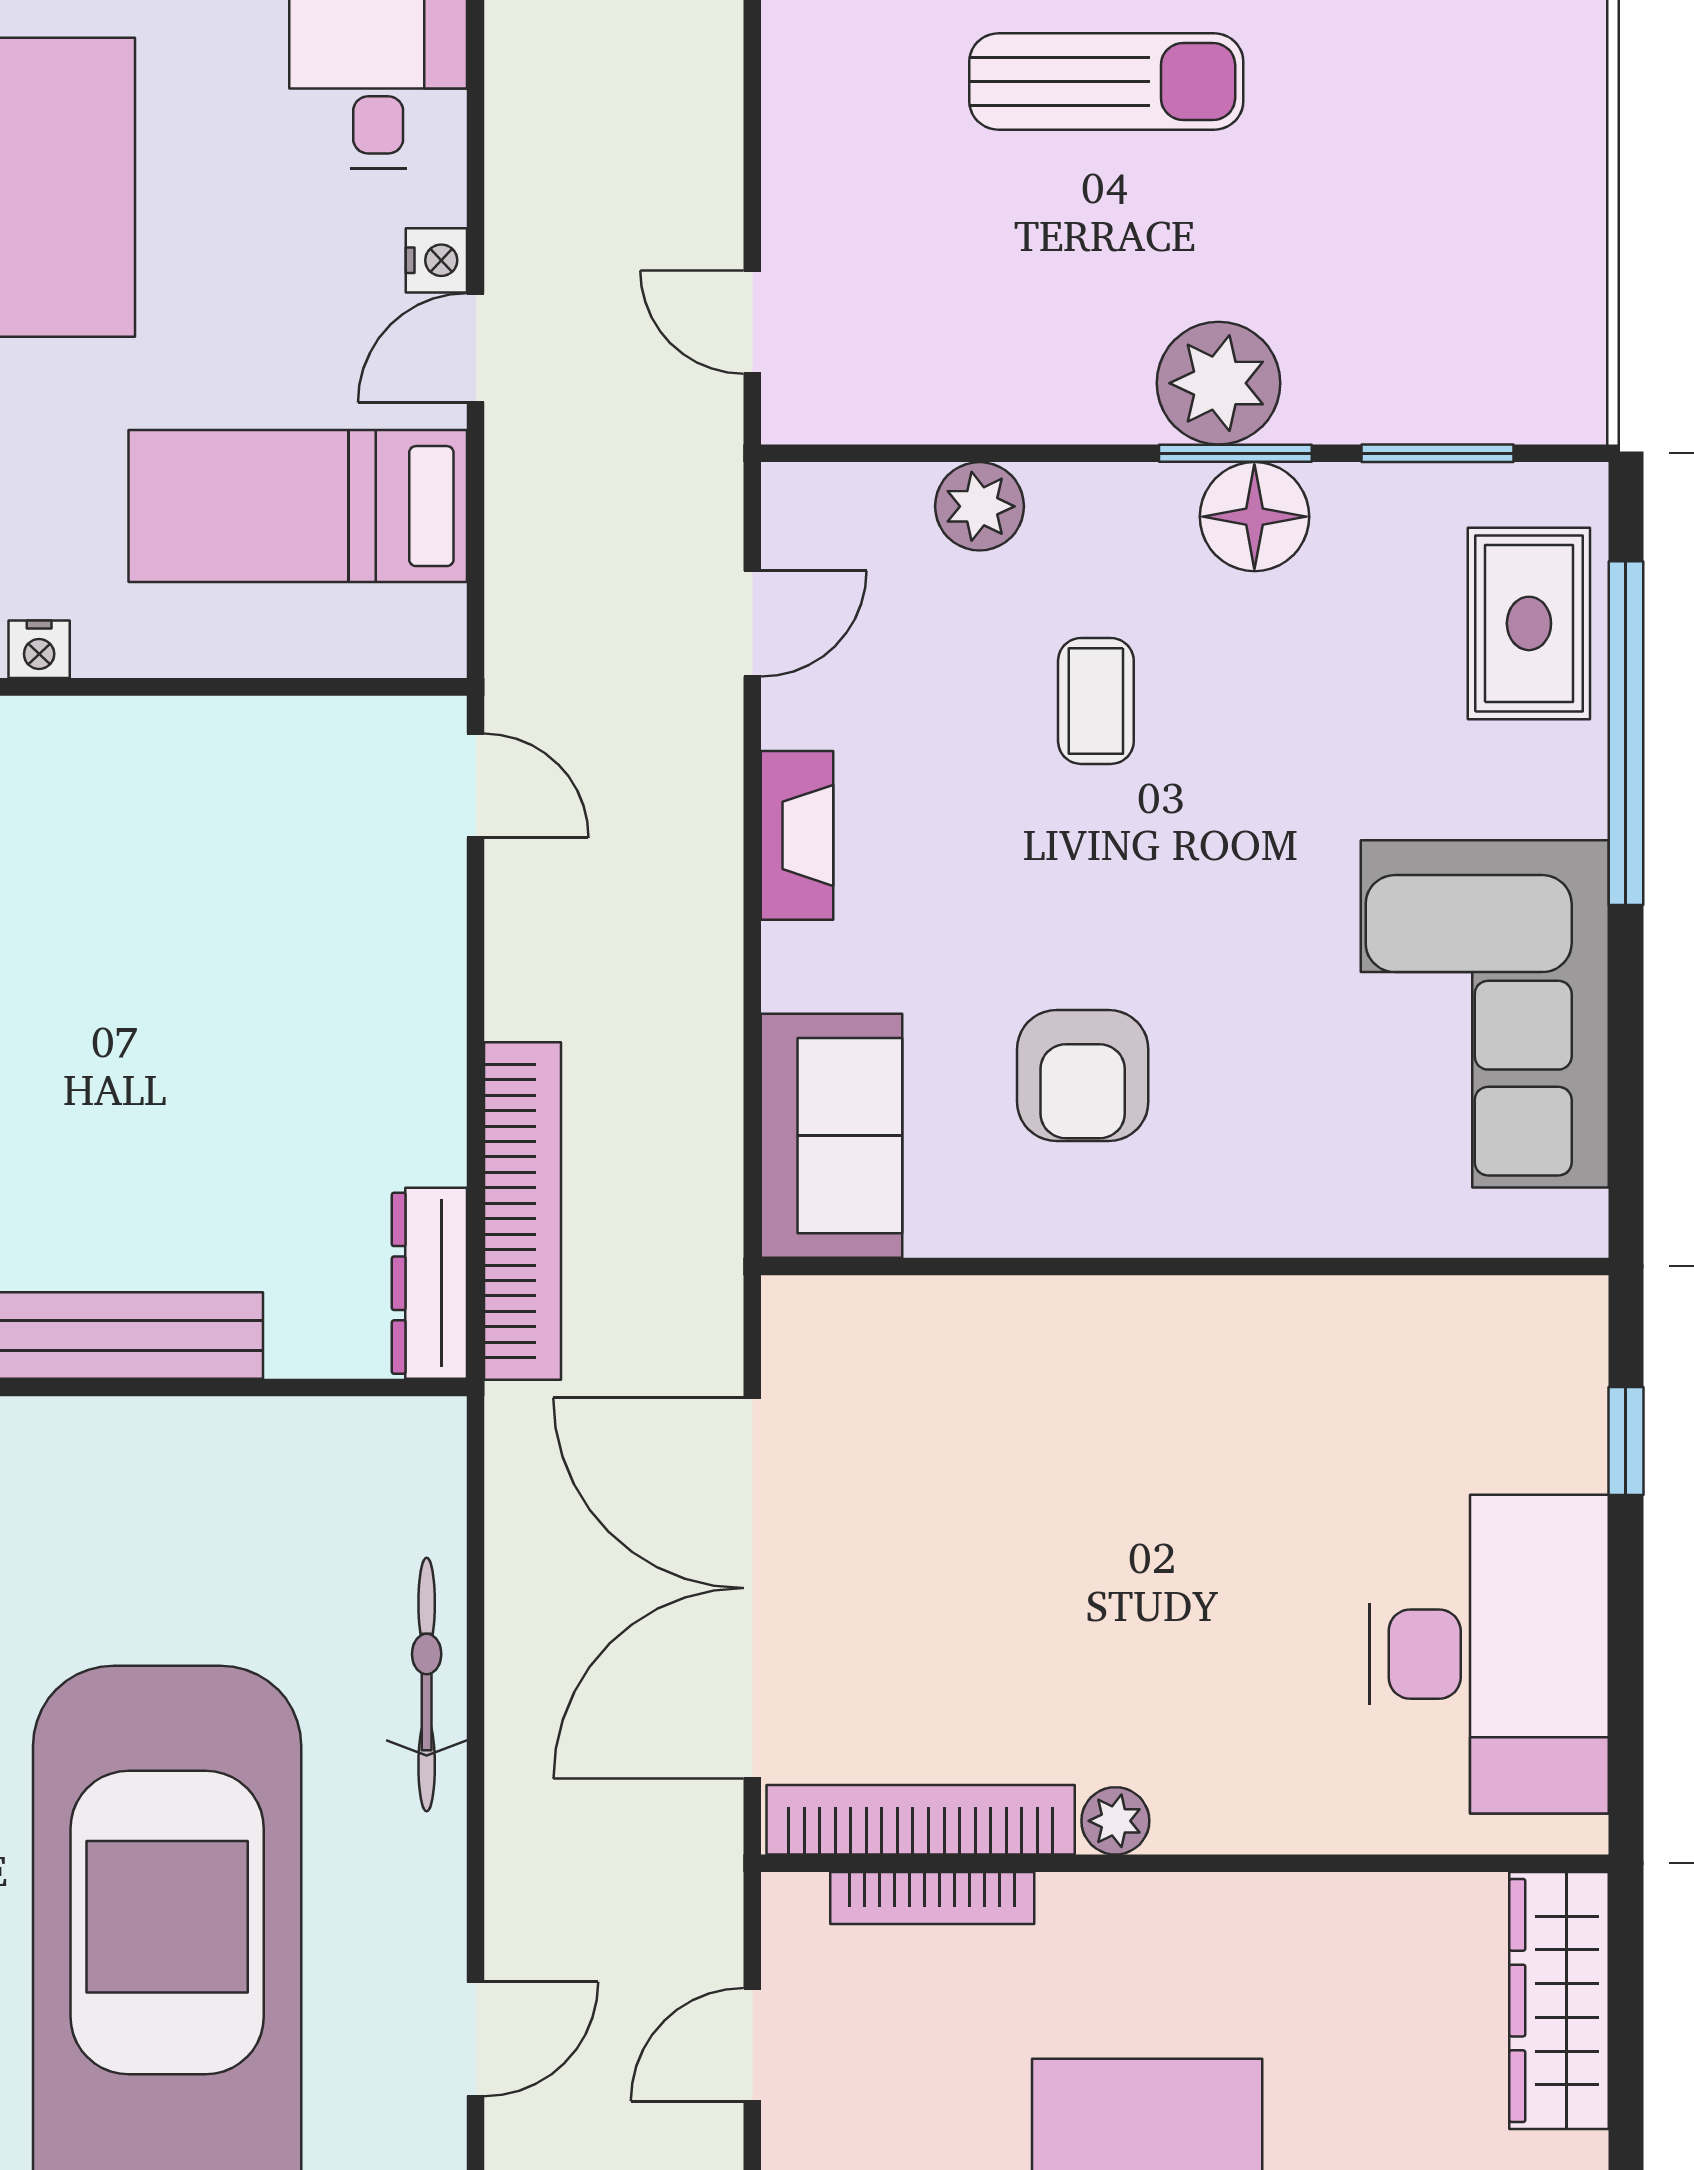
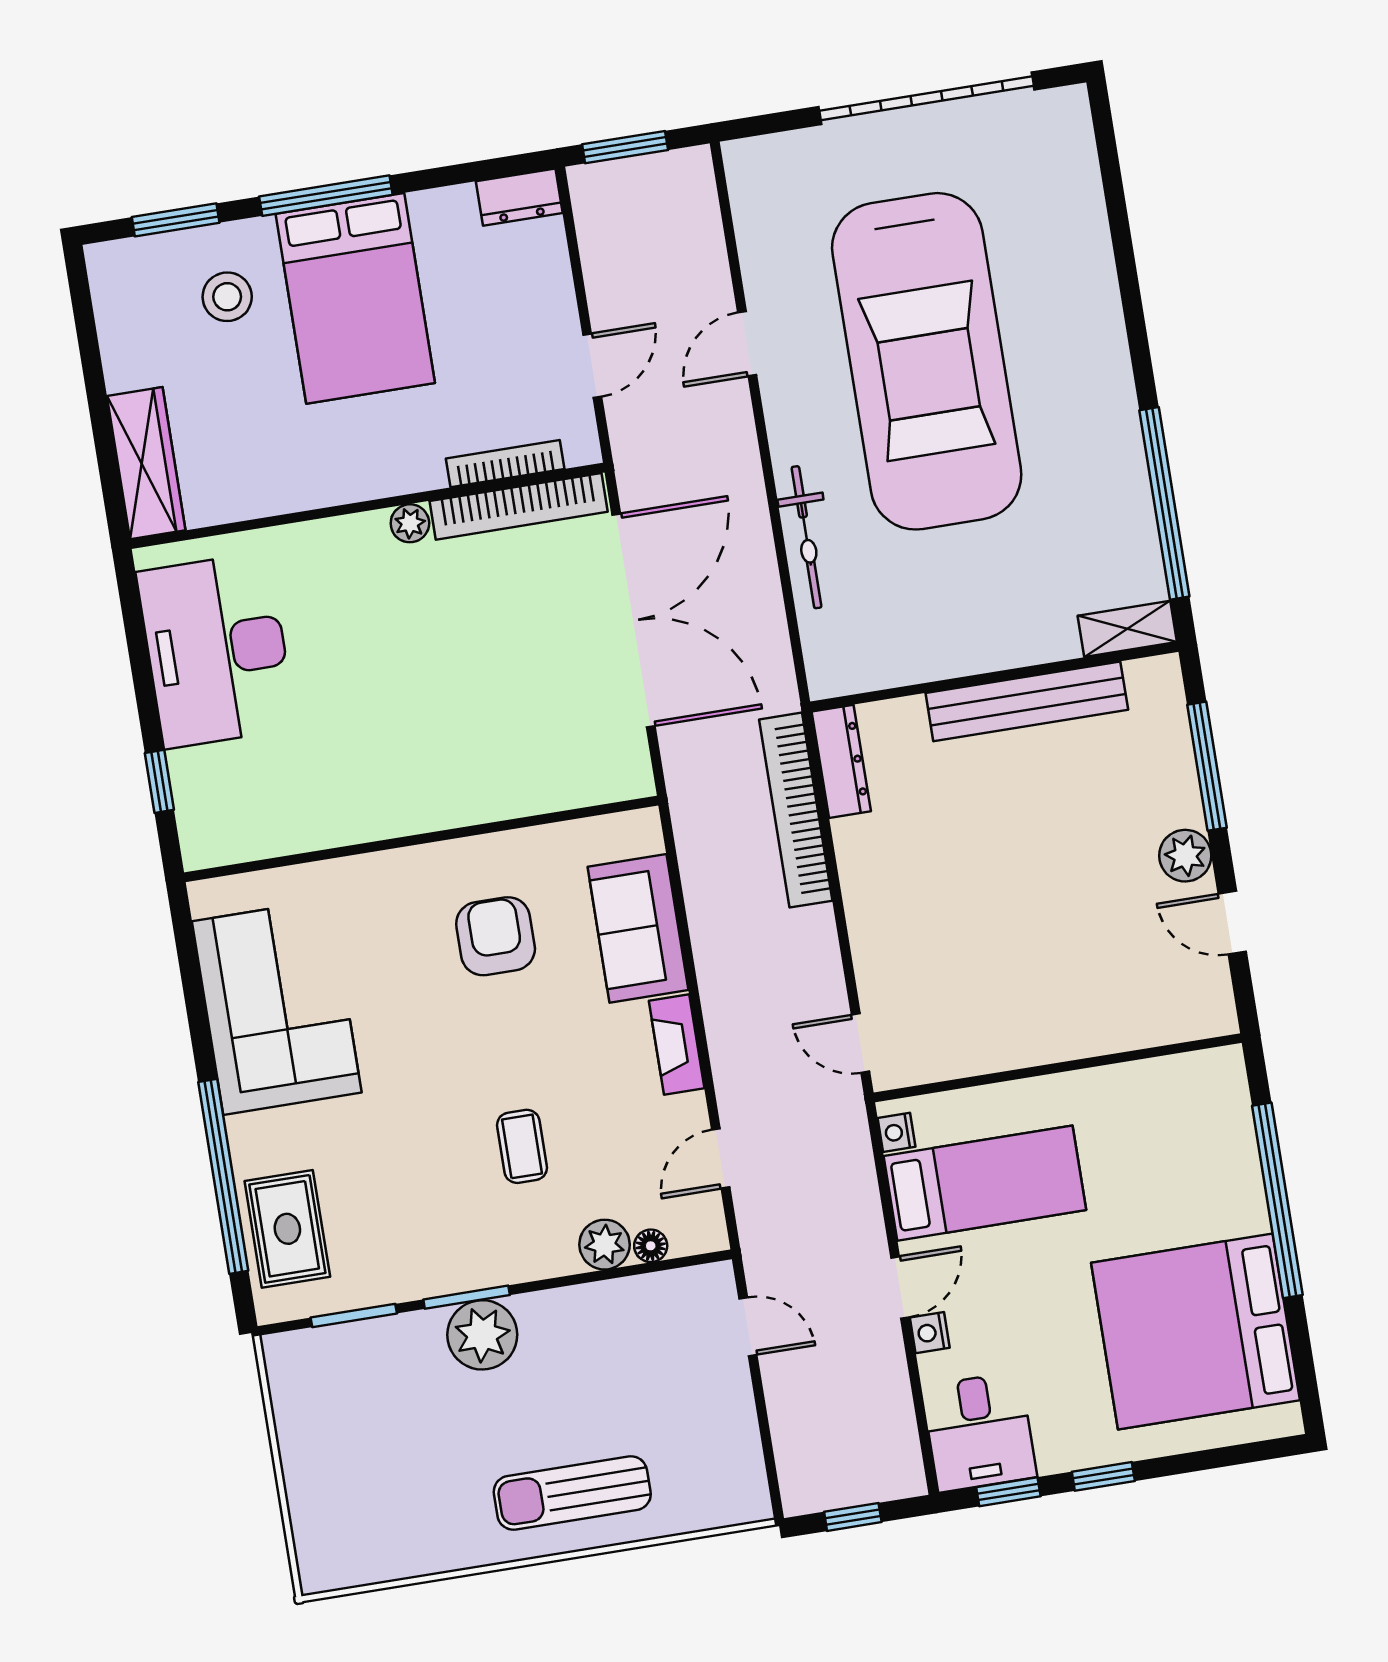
floor lamp: (1254, 517) -> (651, 1246), moved, width x0.53, depth x0.53
nightstand: (39, 649) -> (896, 1132), moved, turned -90
sofa: (832, 1136) -> (638, 928), moved

